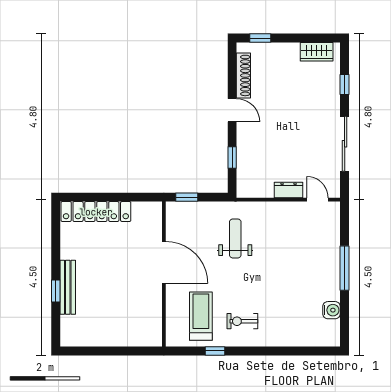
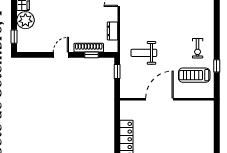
plant: (286, 56) -> (25, 20), added
shoe rack: (243, 75) -> (89, 48), moved
dresser: (289, 190) -> (112, 31), moved
window: (187, 197) -> (117, 71), moved

